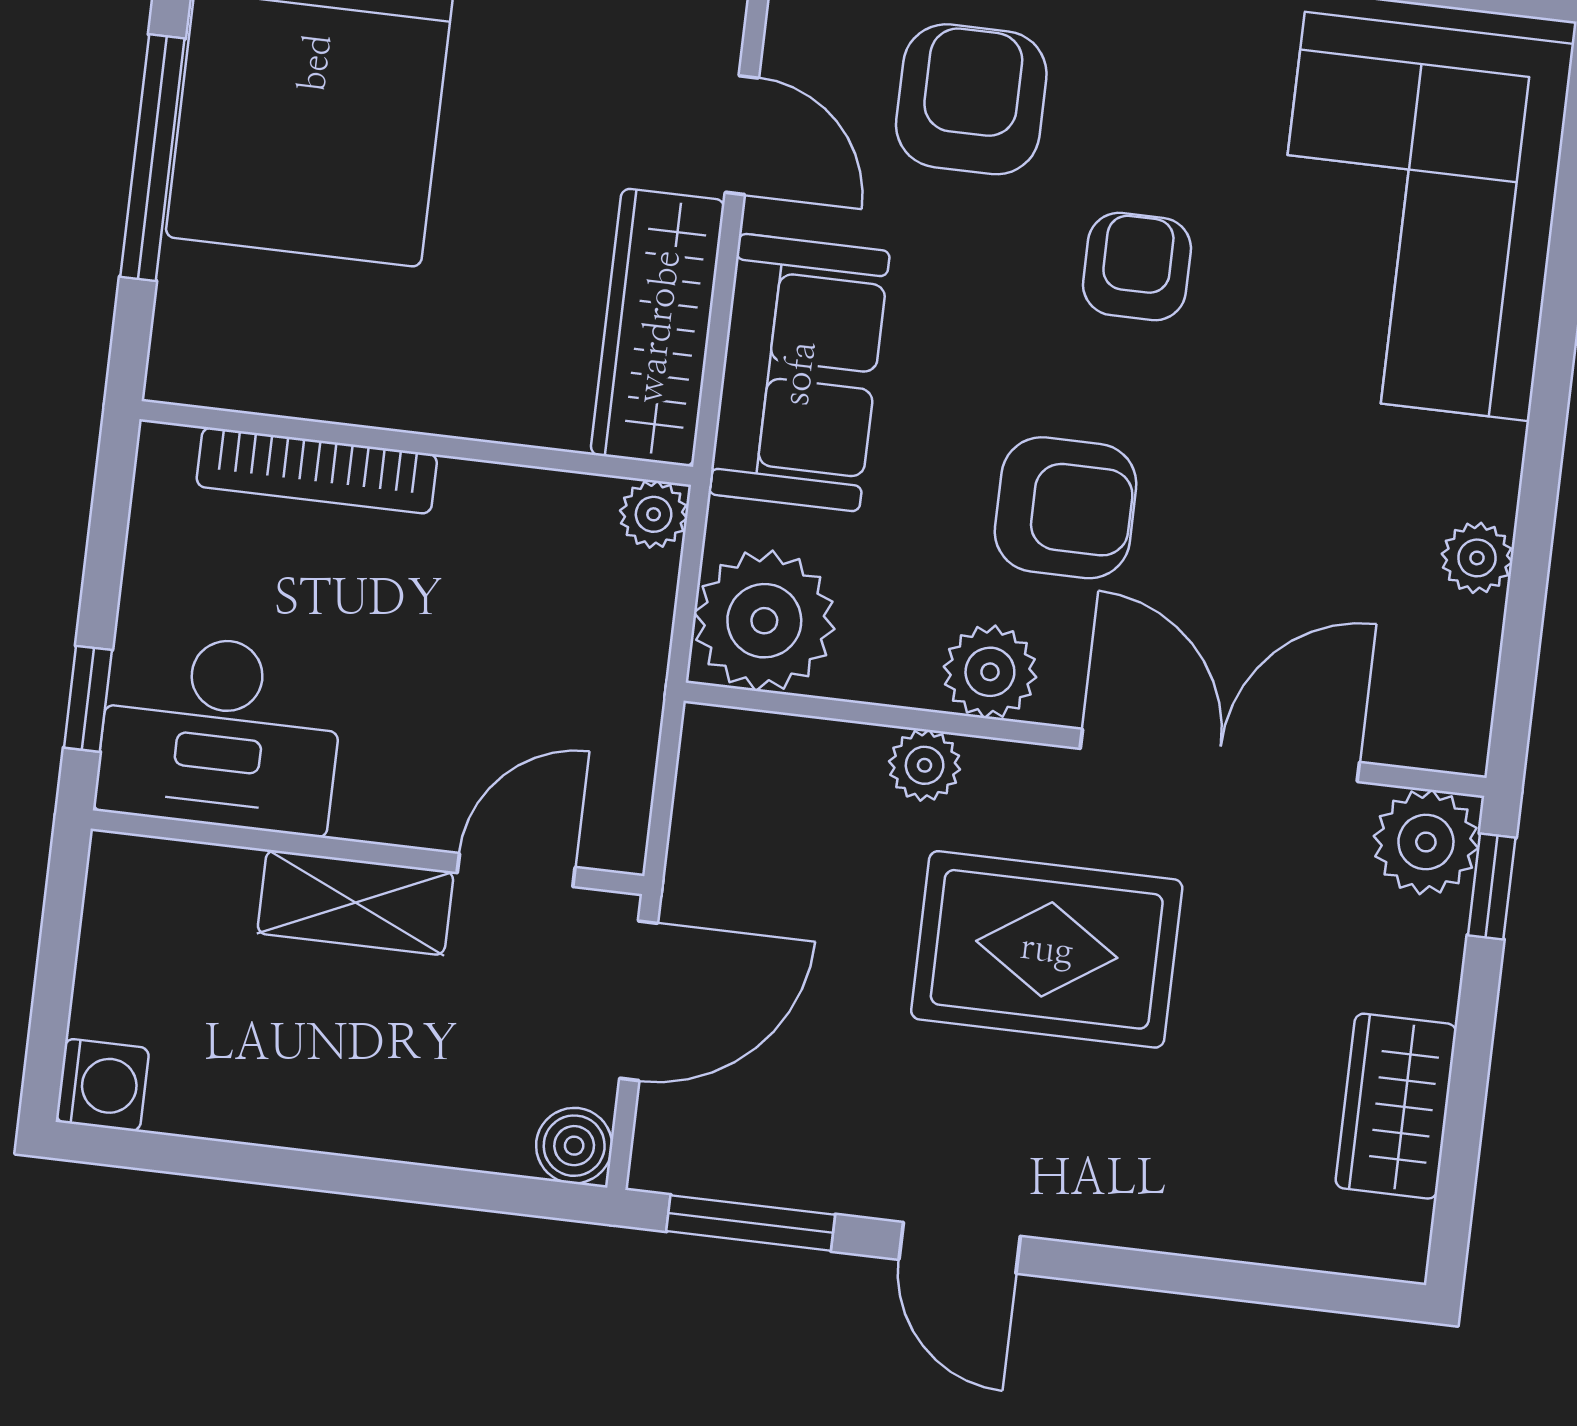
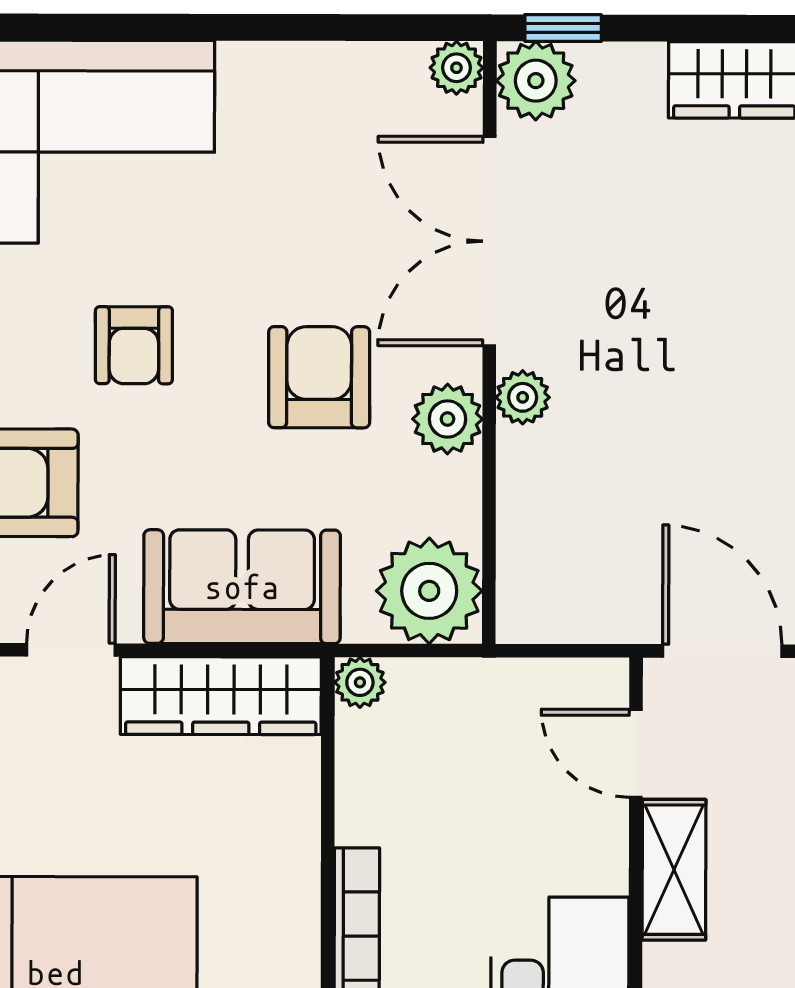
armchair: (1137, 267) -> (134, 345), turned -90
plant: (1477, 558) -> (456, 68), moved
plant: (925, 765) -> (523, 397), moved
rug: (1047, 949) -> (648, 353), removed

